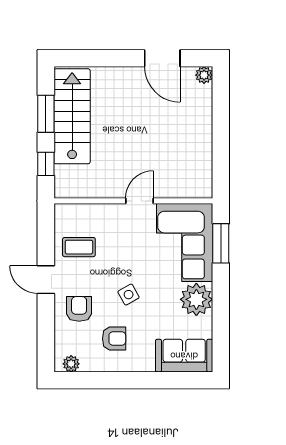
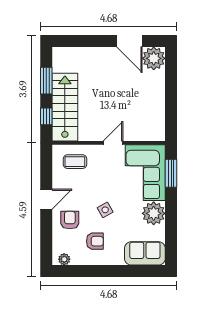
plant: (204, 75) -> (154, 58), width x1.88, depth x1.88
stairs: (72, 116) -> (65, 107), moved
coffee table: (79, 247) -> (75, 162), moved
door: (46, 280) -> (46, 199), swing flipped

